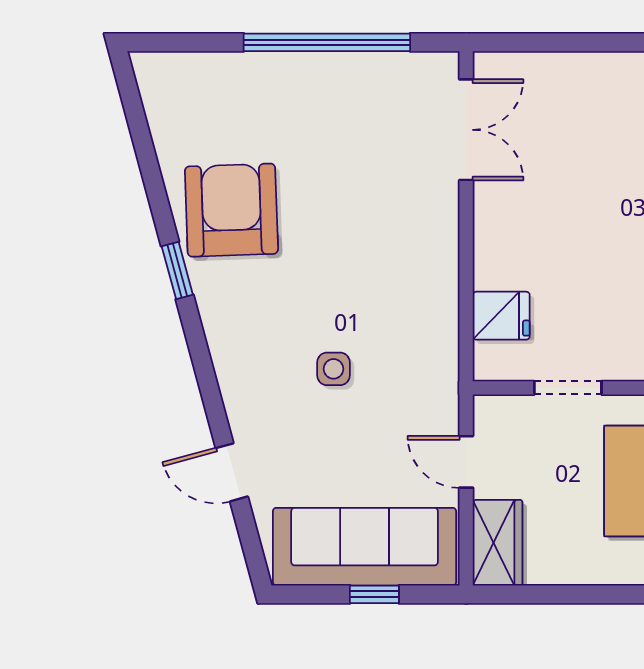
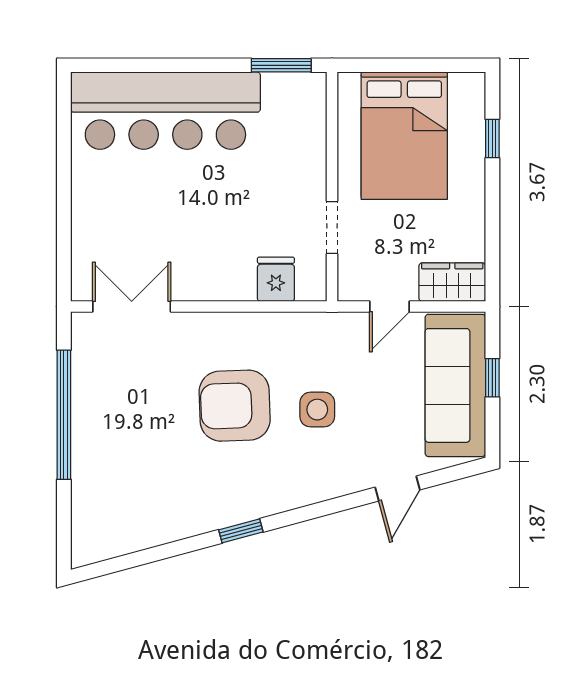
armchair: (231, 210) -> (235, 406), moved
side table: (333, 369) -> (317, 410), width x1.37, depth x1.37

